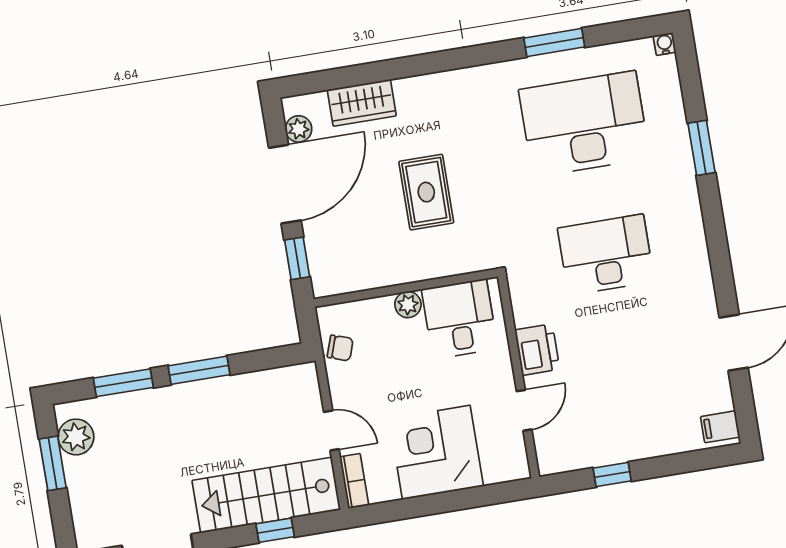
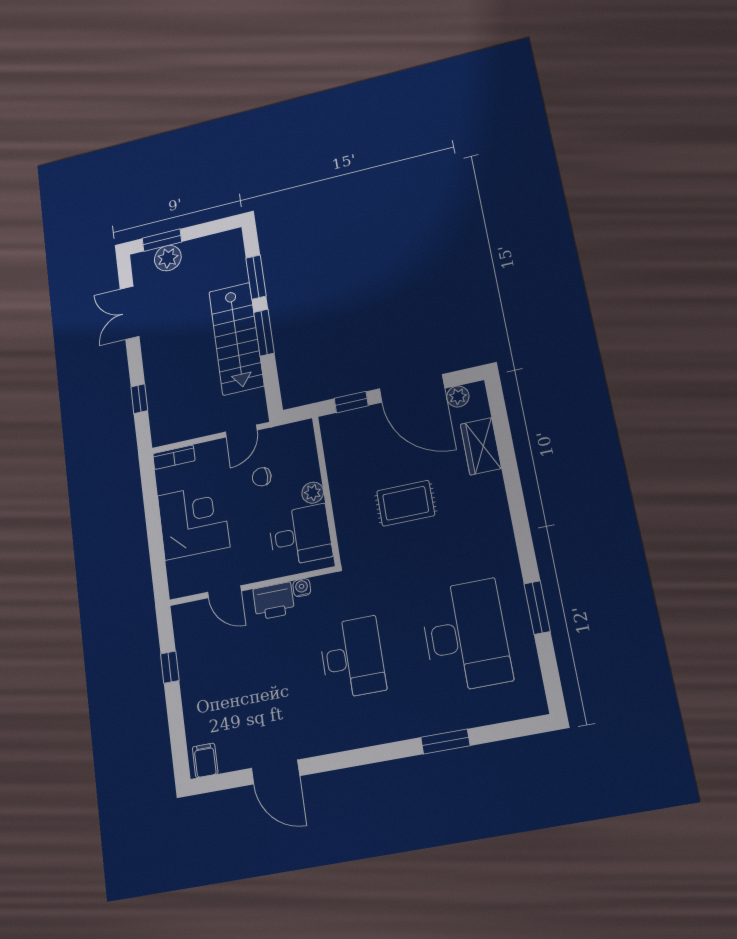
water cooler: (665, 44) -> (302, 588), moved, turned -90
chair: (340, 348) -> (262, 477), moved, turned 71
door: (331, 430) -> (241, 431), moved
plant: (76, 437) -> (168, 258), moved
window: (53, 463) -> (162, 240), moved
stairs: (266, 495) -> (236, 338), moved, turned 180

